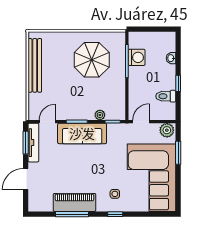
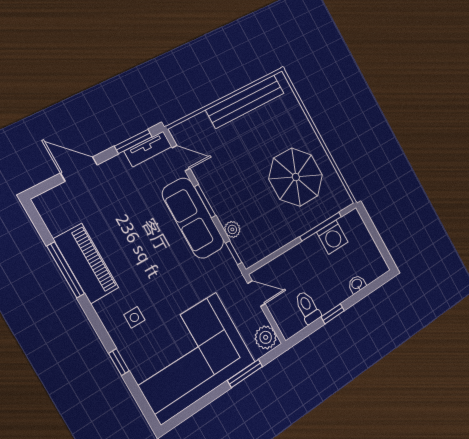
tv unit: (33, 143) -> (148, 149), width x0.71
window: (115, 214) -> (119, 362), moved

